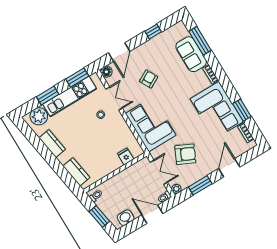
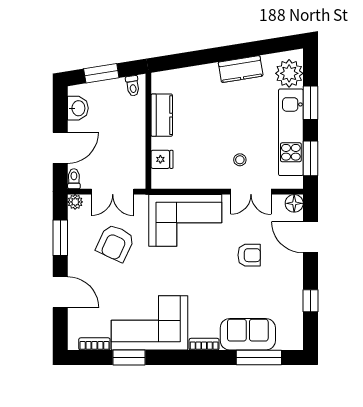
armchair: (149, 79) -> (249, 255), turned -61
kitchen counter: (76, 172) -> (162, 115), moved, turned -81

